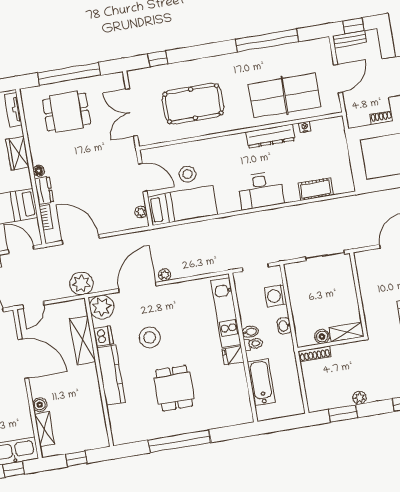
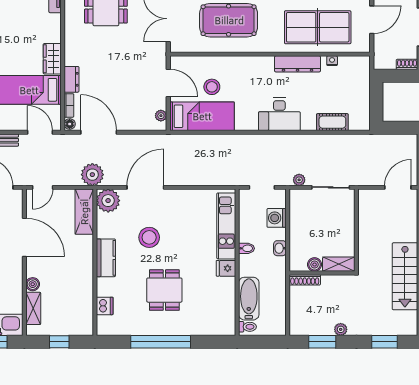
wardrobe: (18, 153) -> (52, 59), moved
floor lamp: (39, 171) -> (70, 124), moved
plant: (165, 275) -> (299, 180), moved
dishwasher: (103, 336) -> (105, 306), moved
shelving: (82, 340) -> (84, 212), moved
toilet: (253, 344) -> (247, 327), moved
kitchen counter: (111, 375) -> (106, 258), width x0.67

